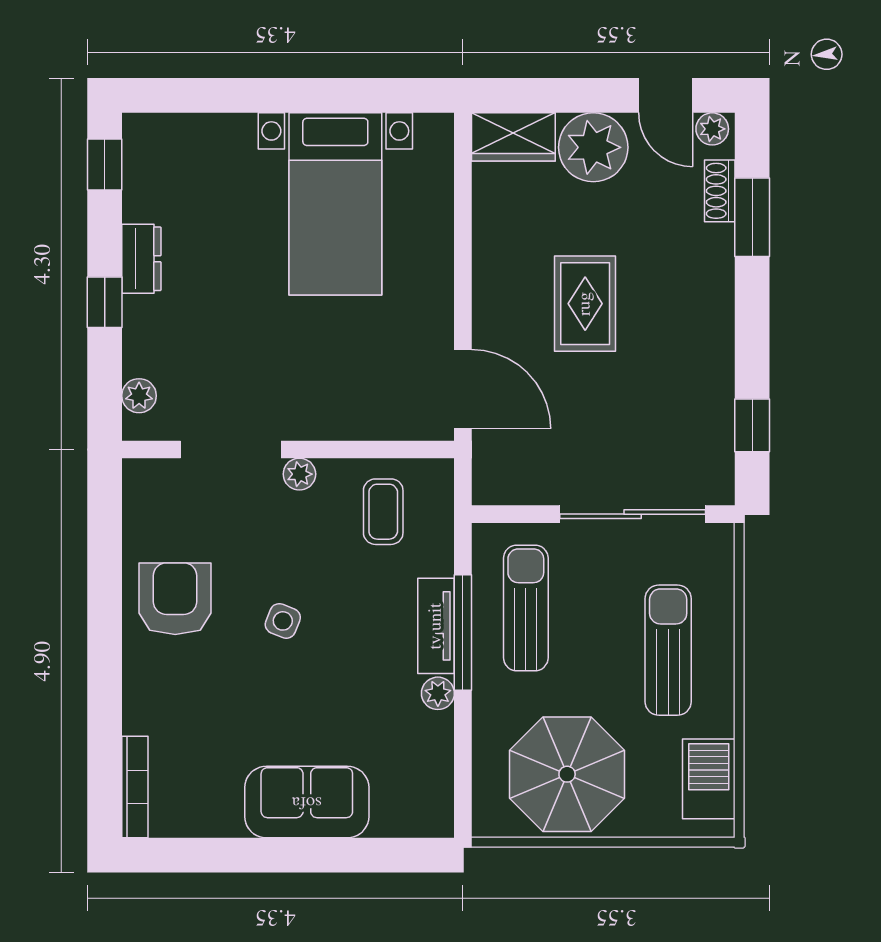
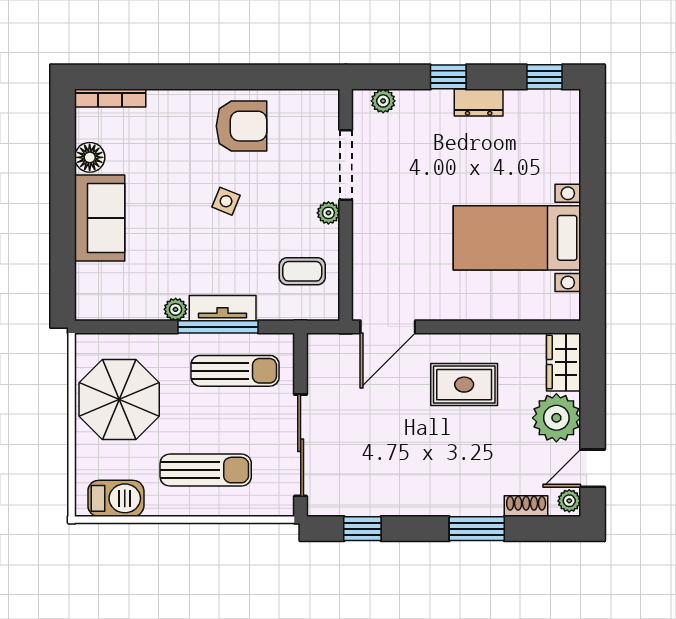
window: (752, 217) -> (477, 529), moved
rug: (585, 304) -> (464, 385), moved
floor lamp: (220, 816) -> (90, 157), added

